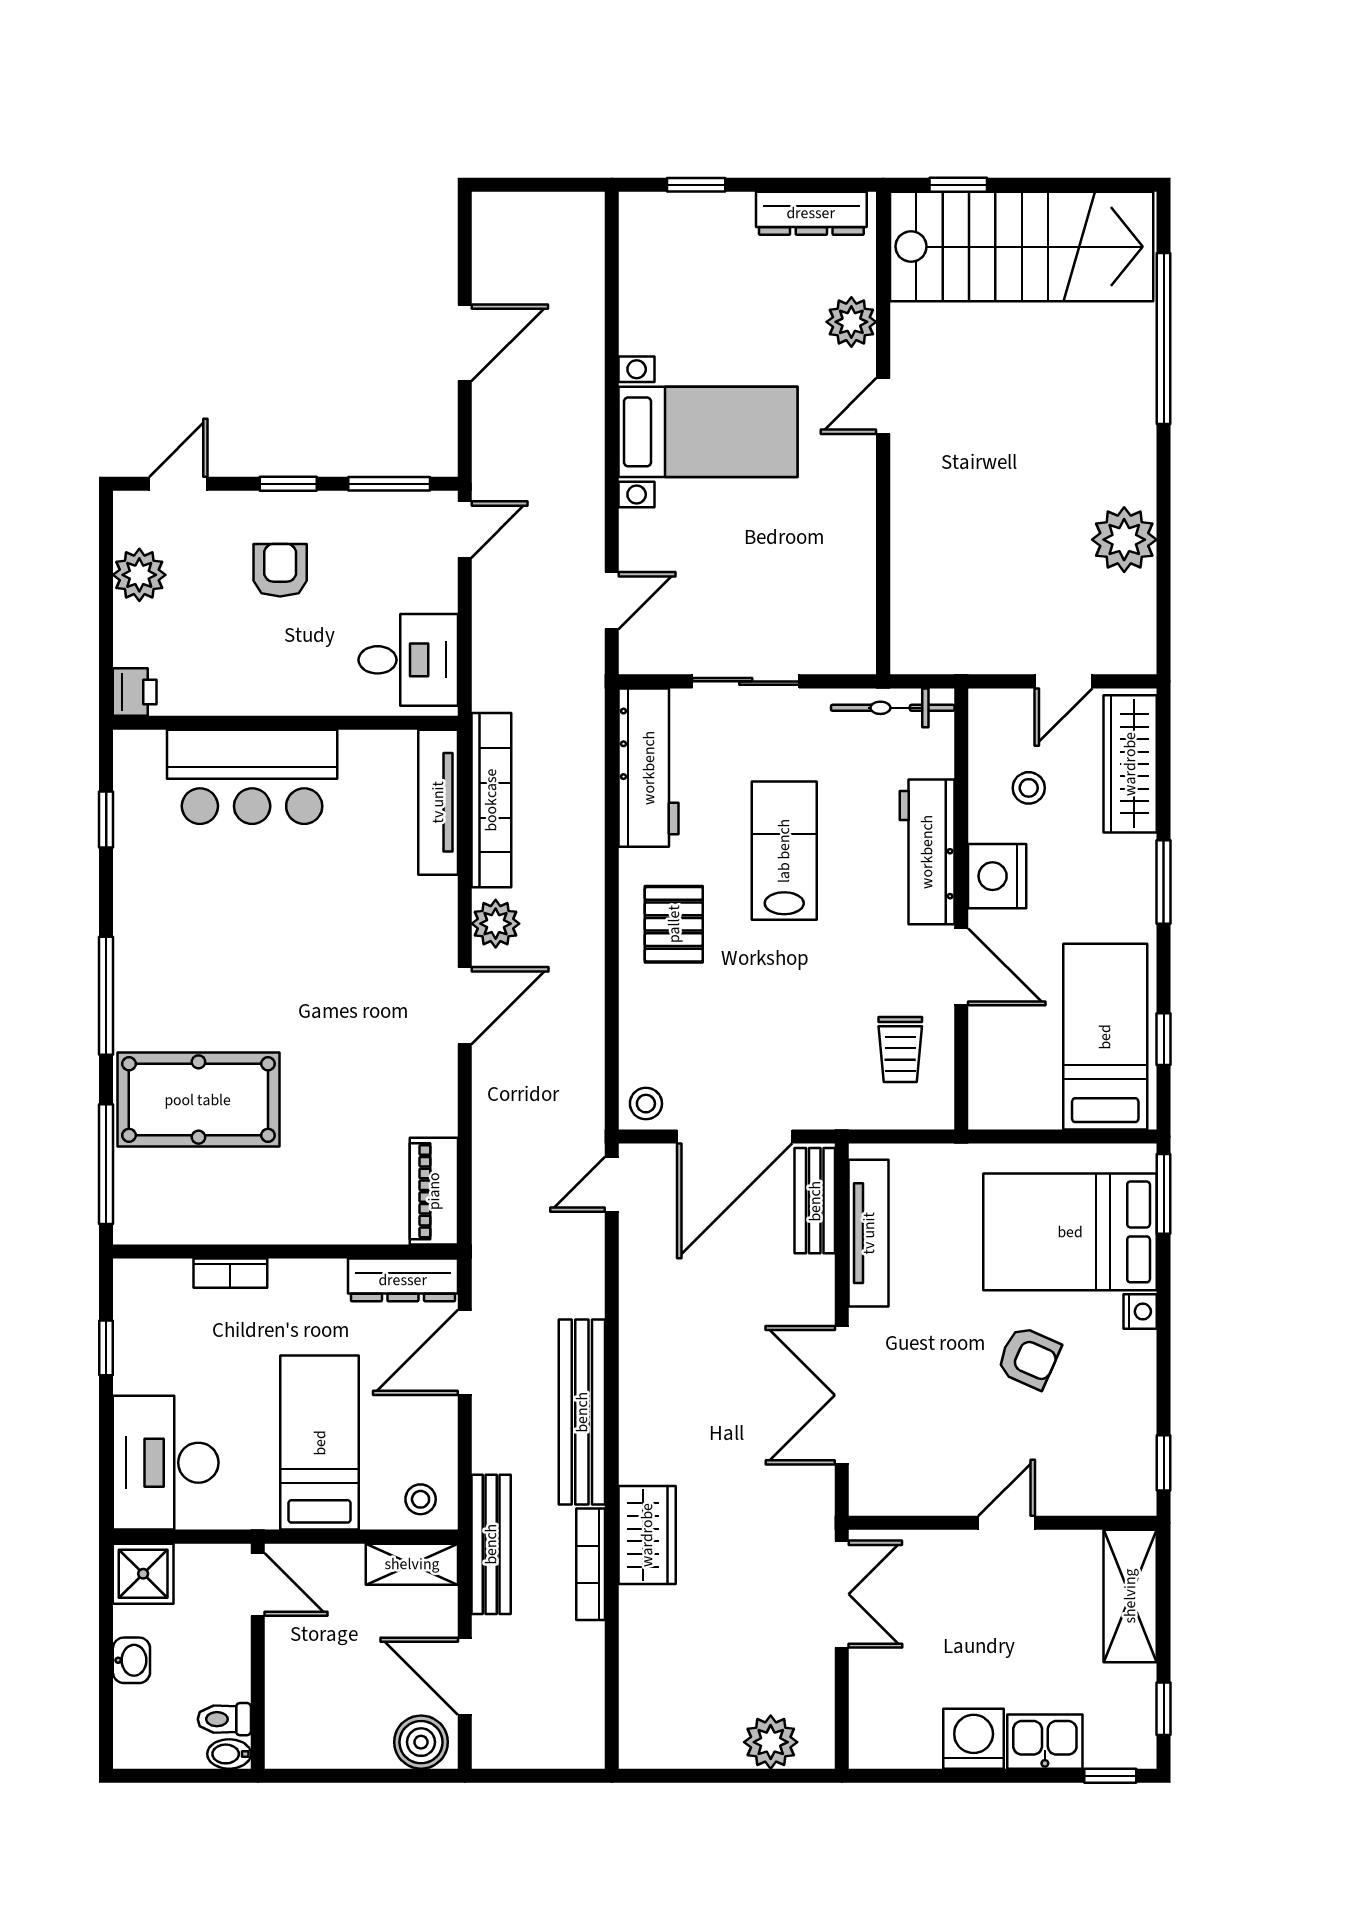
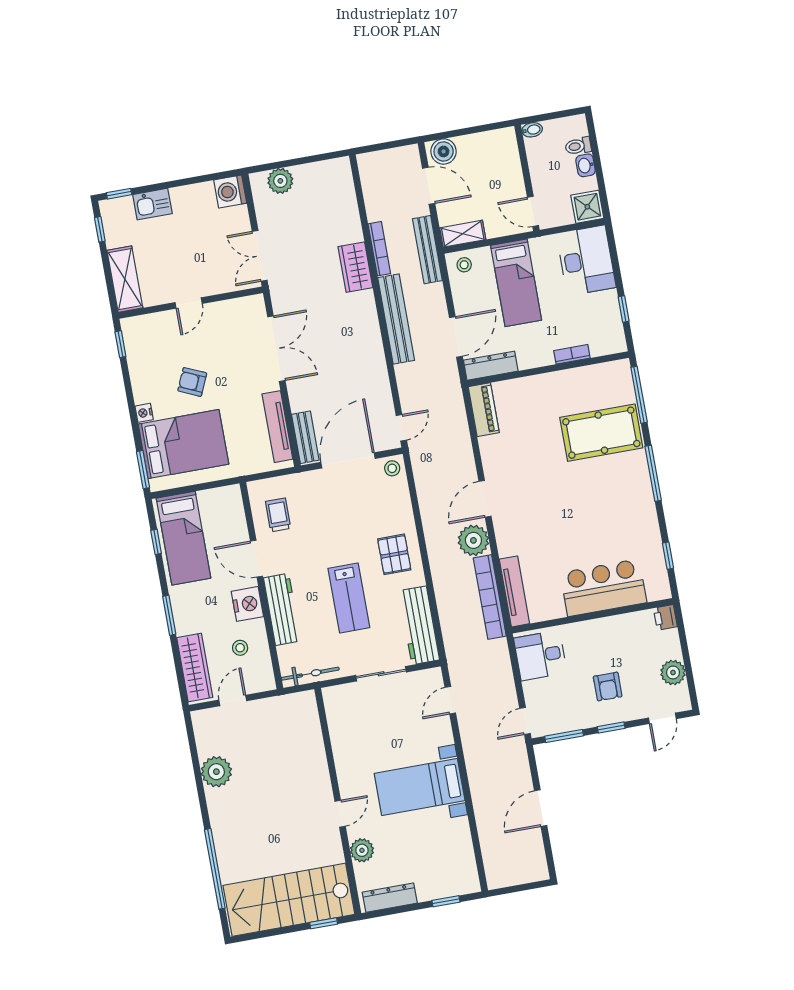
plant: (496, 924) -> (473, 540), width x1.36, depth x1.36
toilet: (224, 1719) -> (578, 146), moved, turned 180
washing machine: (974, 1739) -> (230, 191), moved, turned 90

